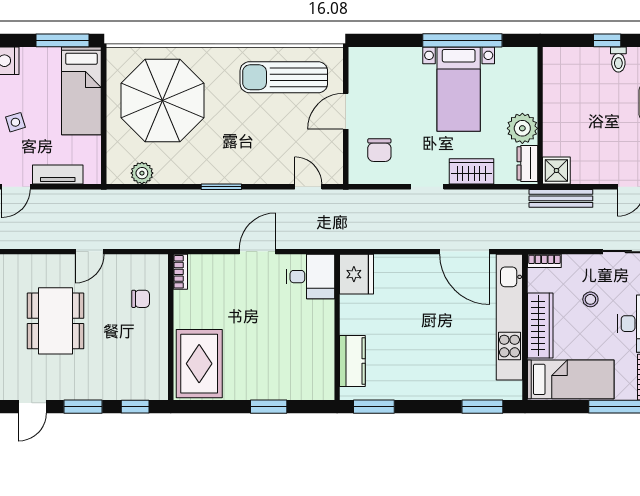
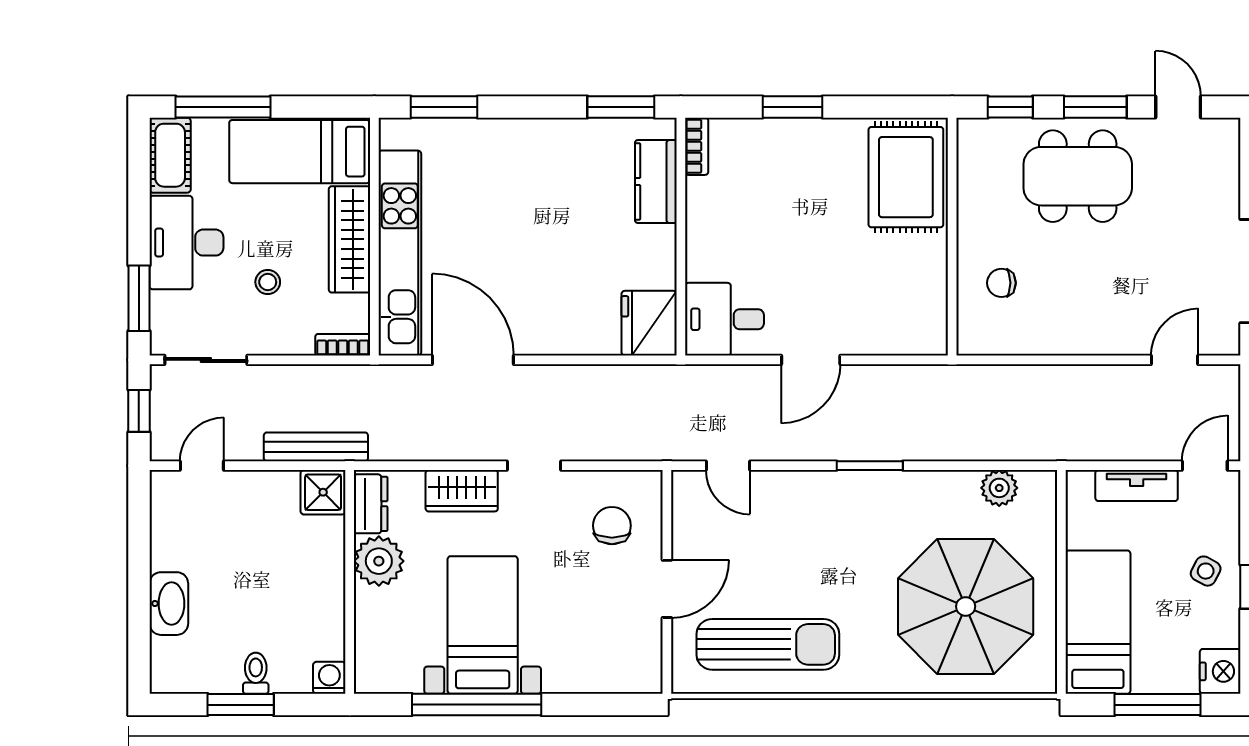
window: (63, 40) -> (1157, 705), moved
window: (607, 40) -> (241, 705), width x1.50
washing machine: (553, 57) -> (329, 678), added
toilet: (618, 60) -> (256, 673), moved
side table: (15, 122) -> (1206, 571), turned 45
door: (90, 252) -> (1175, 360), moved
bookcase: (180, 272) -> (697, 146), moved, turned 180
dining table: (55, 321) -> (1078, 176), moved, turned 90
door: (32, 407) -> (1178, 107), hinge flipped

